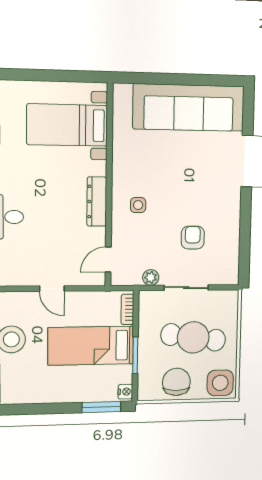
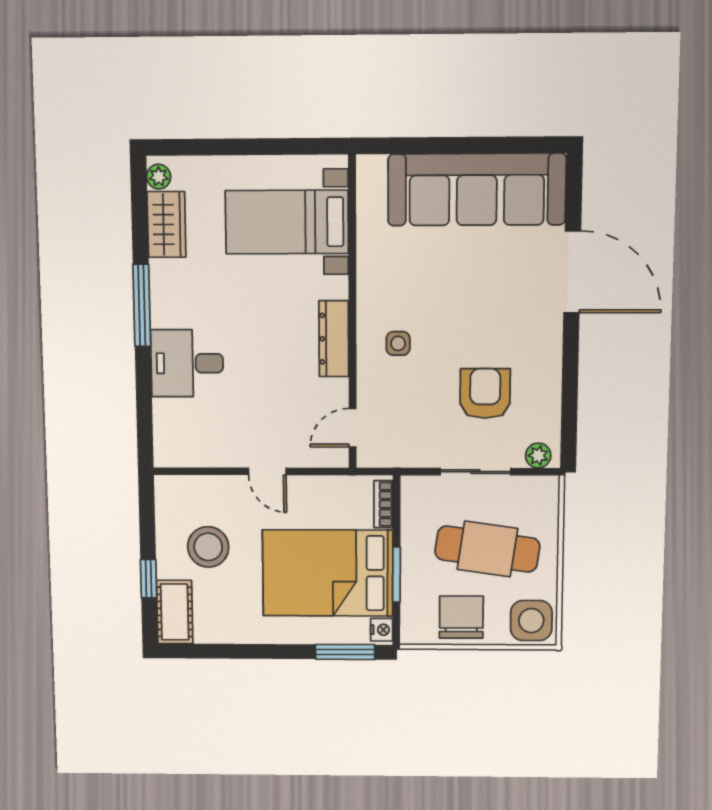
armchair: (193, 238) -> (485, 394), width x1.38, depth x1.38
plant: (151, 277) -> (538, 456), moved
bed: (91, 346) -> (328, 573), width x1.50

